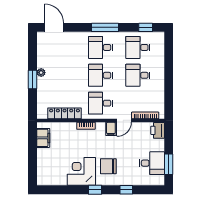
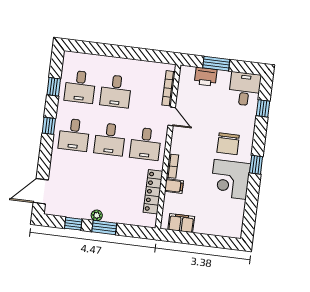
window: (105, 27) -> (49, 126), width x0.46
window: (146, 27) -> (54, 87), moved
window: (32, 55) -> (73, 224), added
filing cabinet: (111, 129) -> (174, 186), moved
printer: (158, 130) -> (206, 77), moved
desk: (152, 163) -> (245, 89), moved
window: (169, 164) -> (216, 64), moved
window: (126, 190) -> (263, 108), moved

